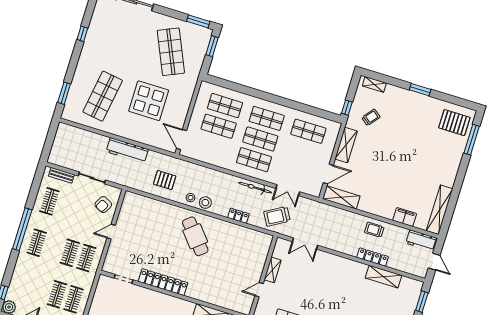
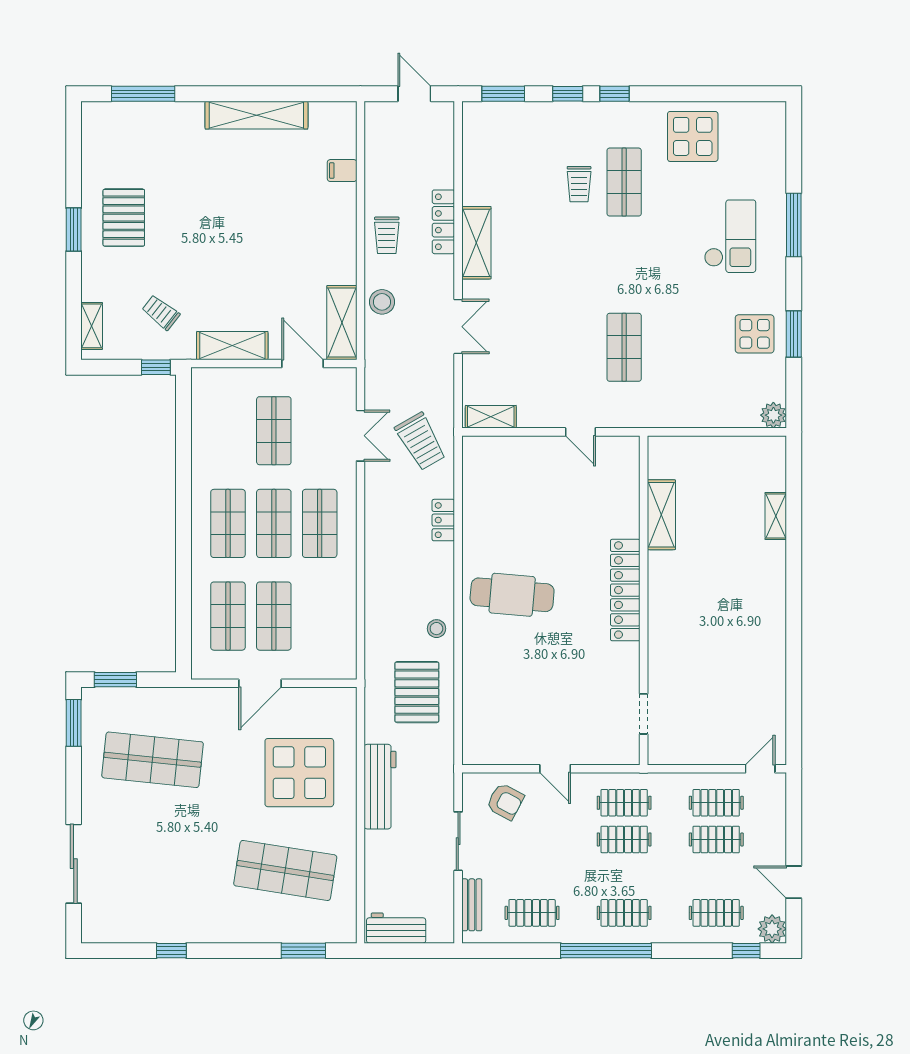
shop shelf: (171, 52) -> (153, 760), turned 30
display table: (149, 101) -> (299, 773), moved
pallet: (454, 123) -> (124, 218), moved
shop shelf: (308, 131) -> (274, 431), moved
door: (181, 140) -> (260, 683), moved
pallet: (165, 180) -> (417, 692), width x1.50, depth x1.42
bicycle: (255, 188) -> (376, 504), removed
stool: (205, 203) -> (382, 302), moved
shelving: (440, 210) -> (256, 115), moved
filing cabinet: (405, 217) -> (342, 171), width x0.50
cafe table: (195, 236) -> (512, 595), turned 45
workbench: (421, 240) -> (396, 928), moved, turned -90
double door: (305, 244) -> (458, 327), moved
door: (434, 262) -> (414, 94), hinge flipped
shelving: (273, 270) -> (491, 417), moved
shelving: (383, 277) -> (476, 243), moved
locker: (163, 282) -> (625, 590), moved
clothes rail: (24, 284) -> (716, 913), added

